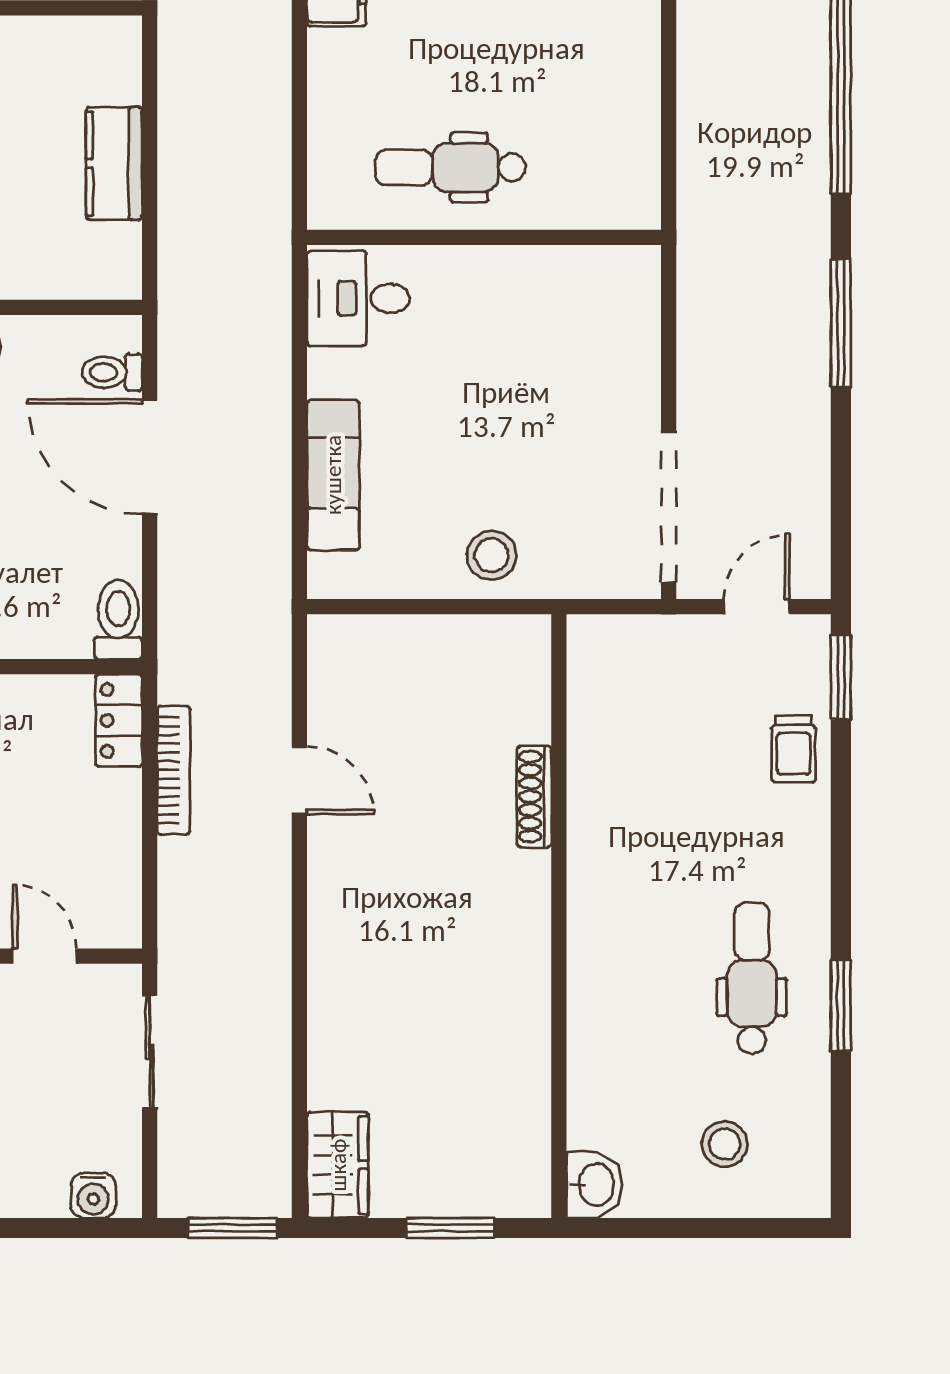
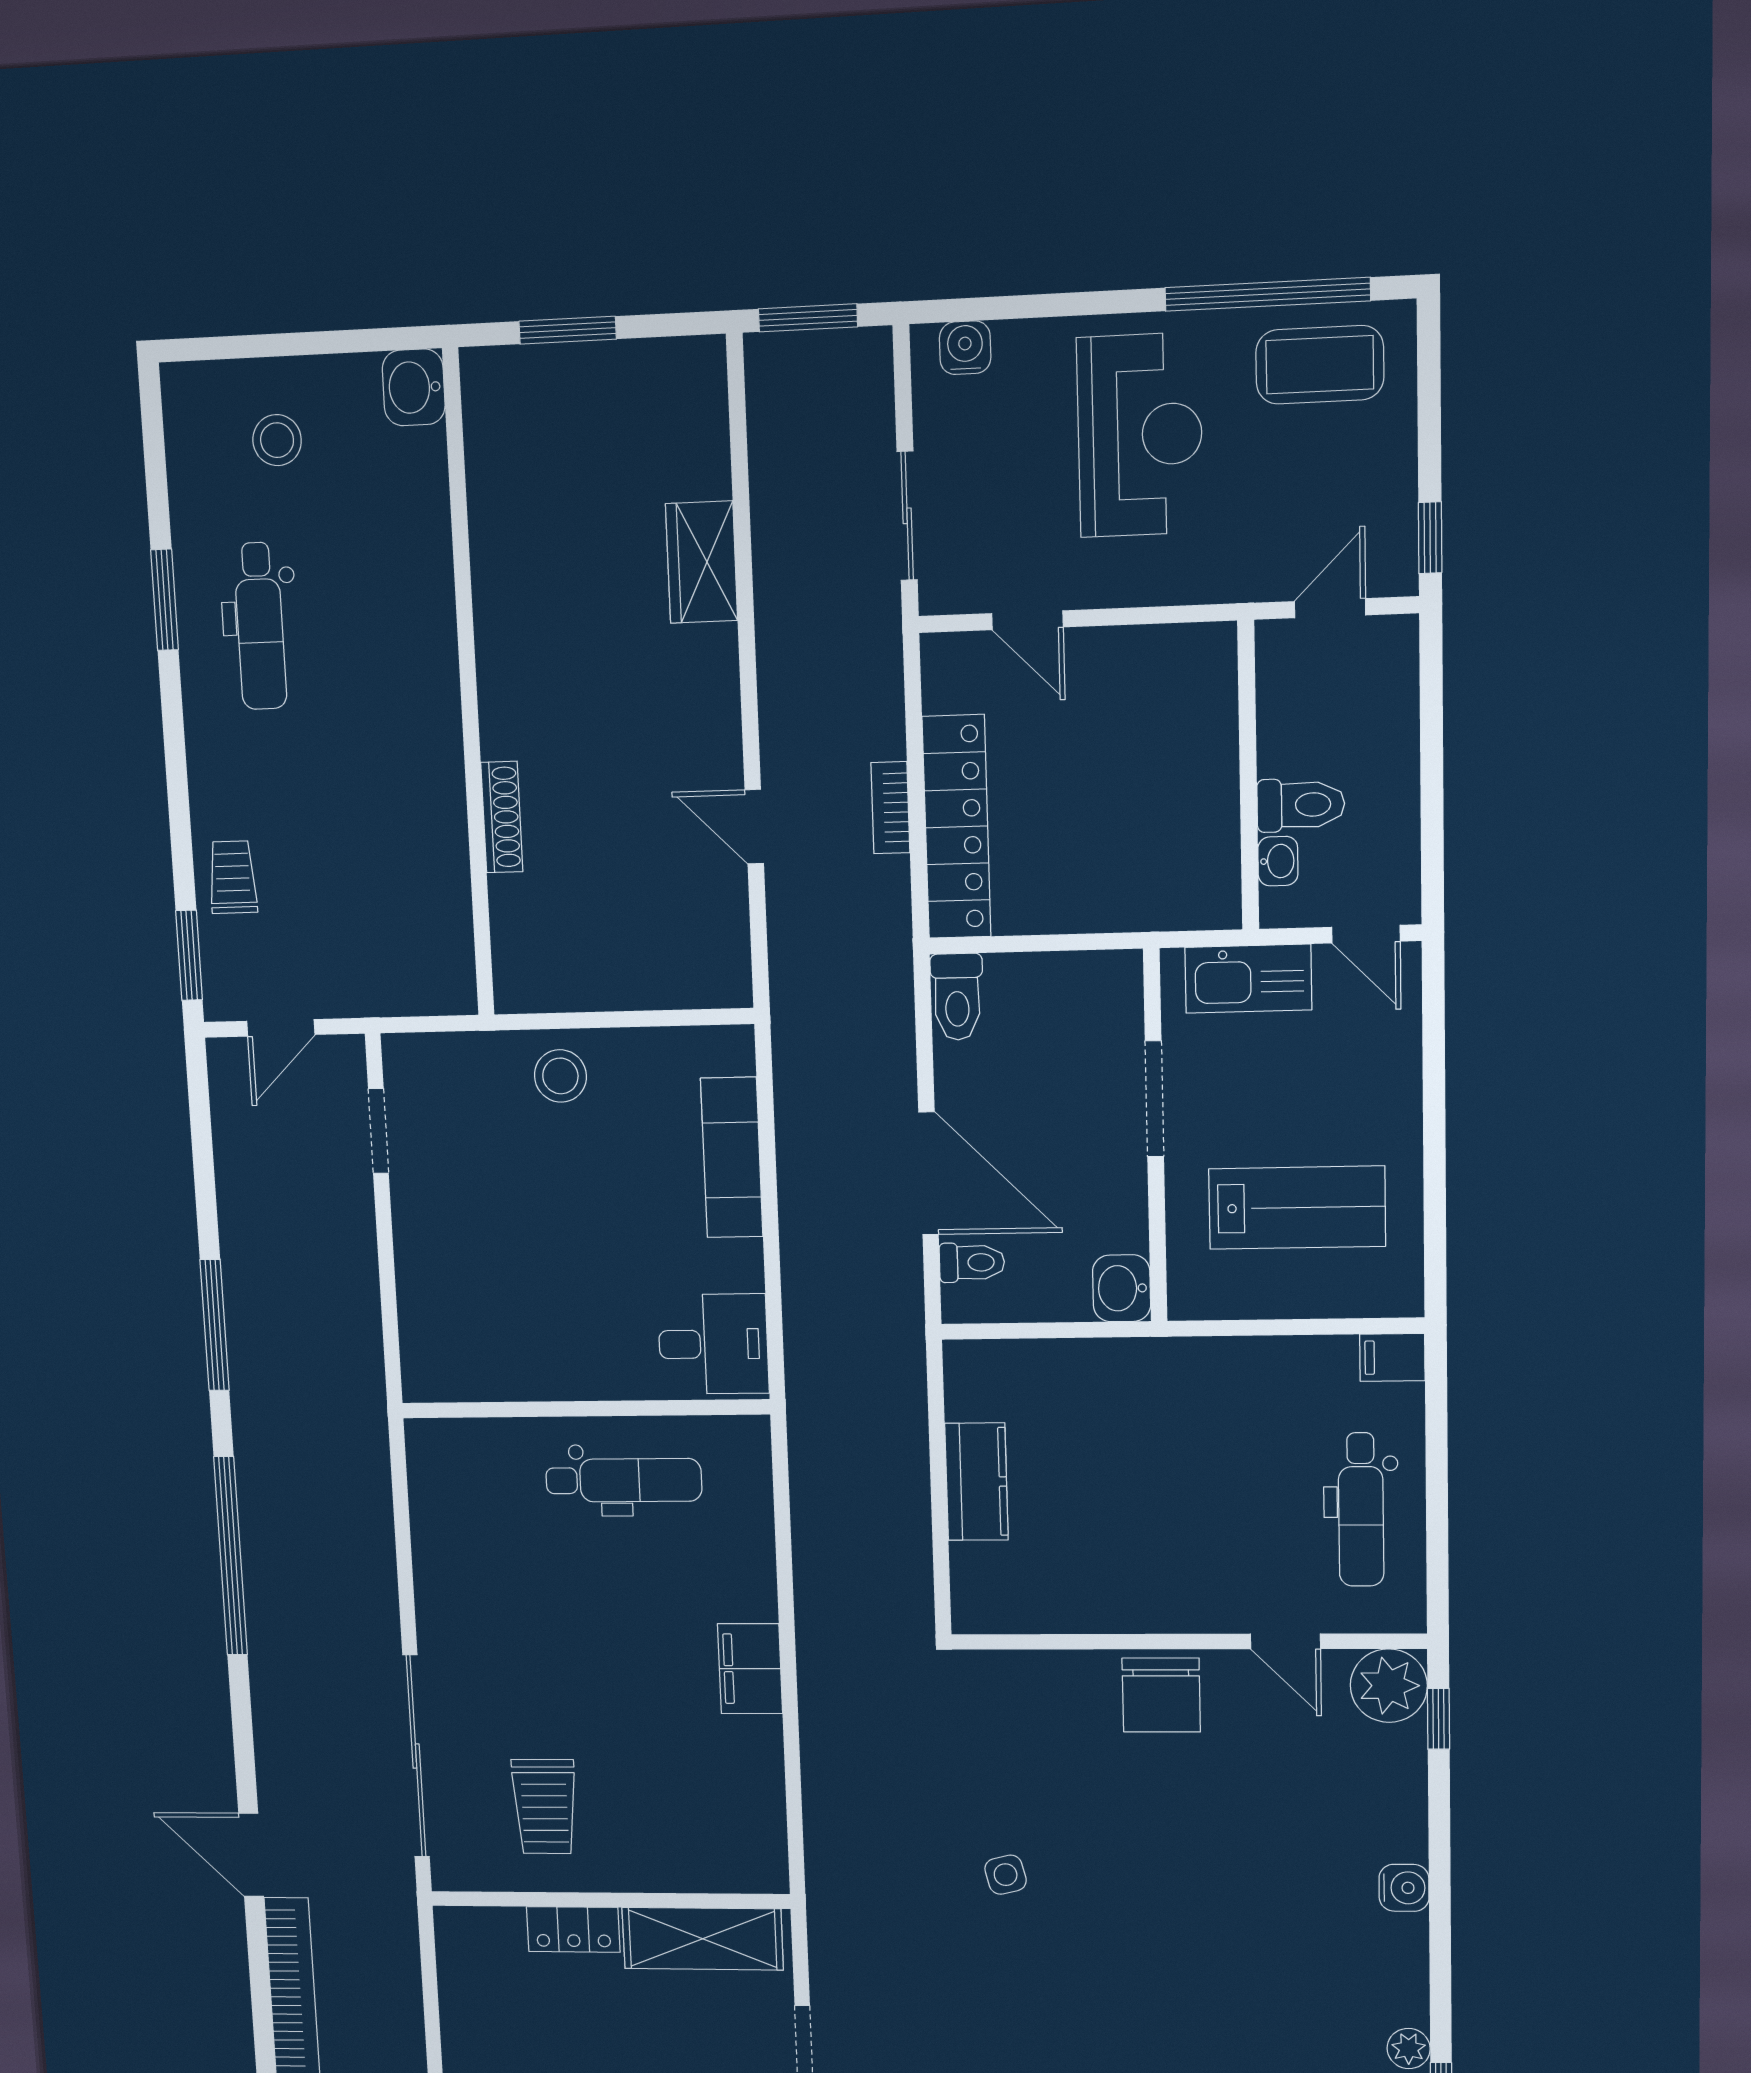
doorway: (669, 507) -> (378, 1131), width x0.53
locker: (119, 720) -> (957, 827), width x2.16, depth x1.21
bookcase: (174, 770) -> (890, 808), width x0.64
wardrobe: (338, 1165) -> (702, 562), moved

